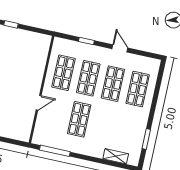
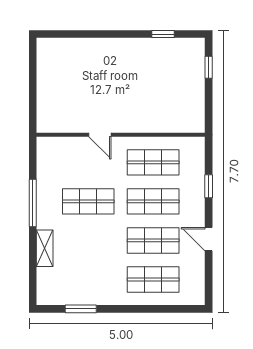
door: (120, 48) -> (209, 239), swing flipped
window: (55, 151) -> (33, 203), moved
shelving: (116, 156) -> (45, 248), moved

